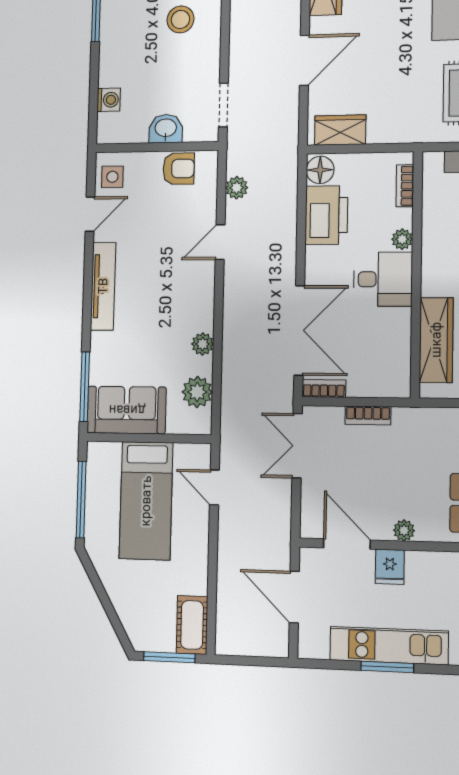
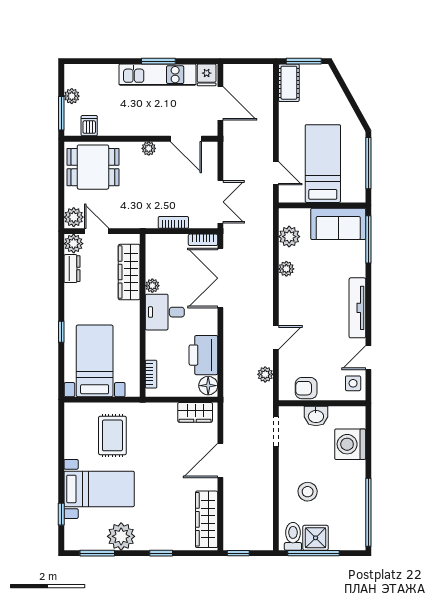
washing machine: (109, 100) -> (350, 444), width x1.89, depth x1.89
plant: (402, 239) -> (152, 286), moved
fridge: (390, 567) -> (207, 75), moved, turned 180

